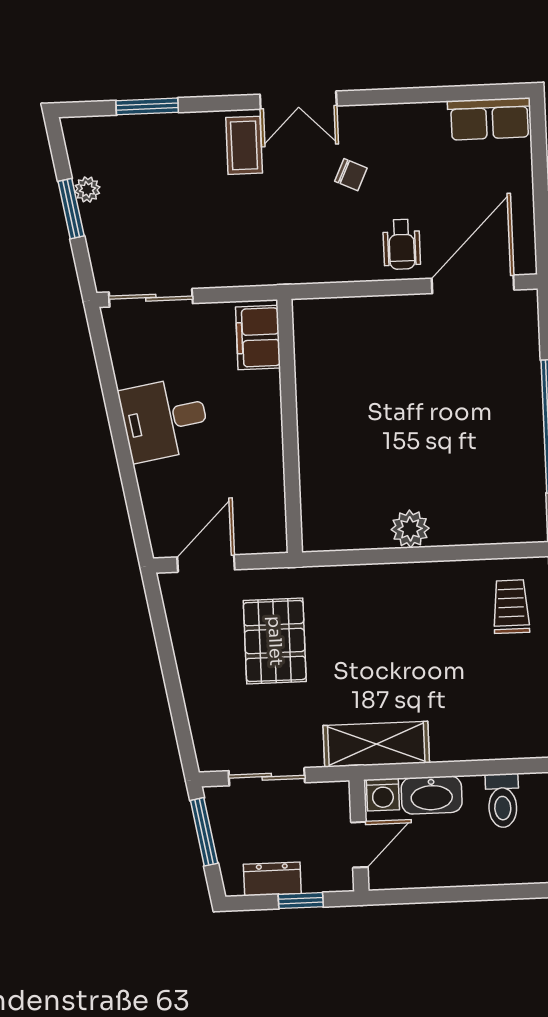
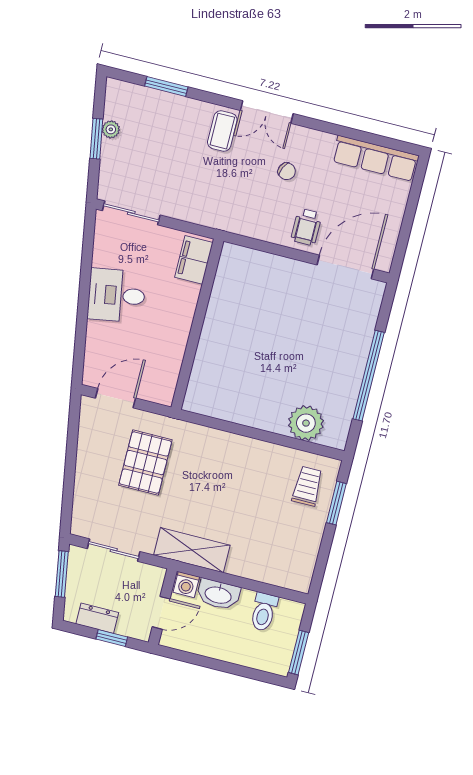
row of seats: (489, 119) -> (375, 158), width x1.48
plant: (410, 529) -> (306, 423), moved, width x1.36, depth x1.36

